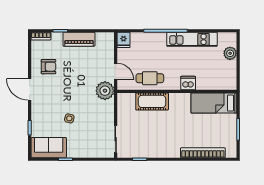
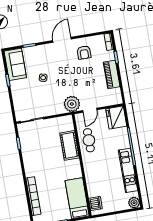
fridge: (124, 40) -> (116, 118), width x1.88, depth x1.34
plant: (230, 53) -> (134, 203), moved
dishwasher: (188, 83) -> (95, 204), moved

